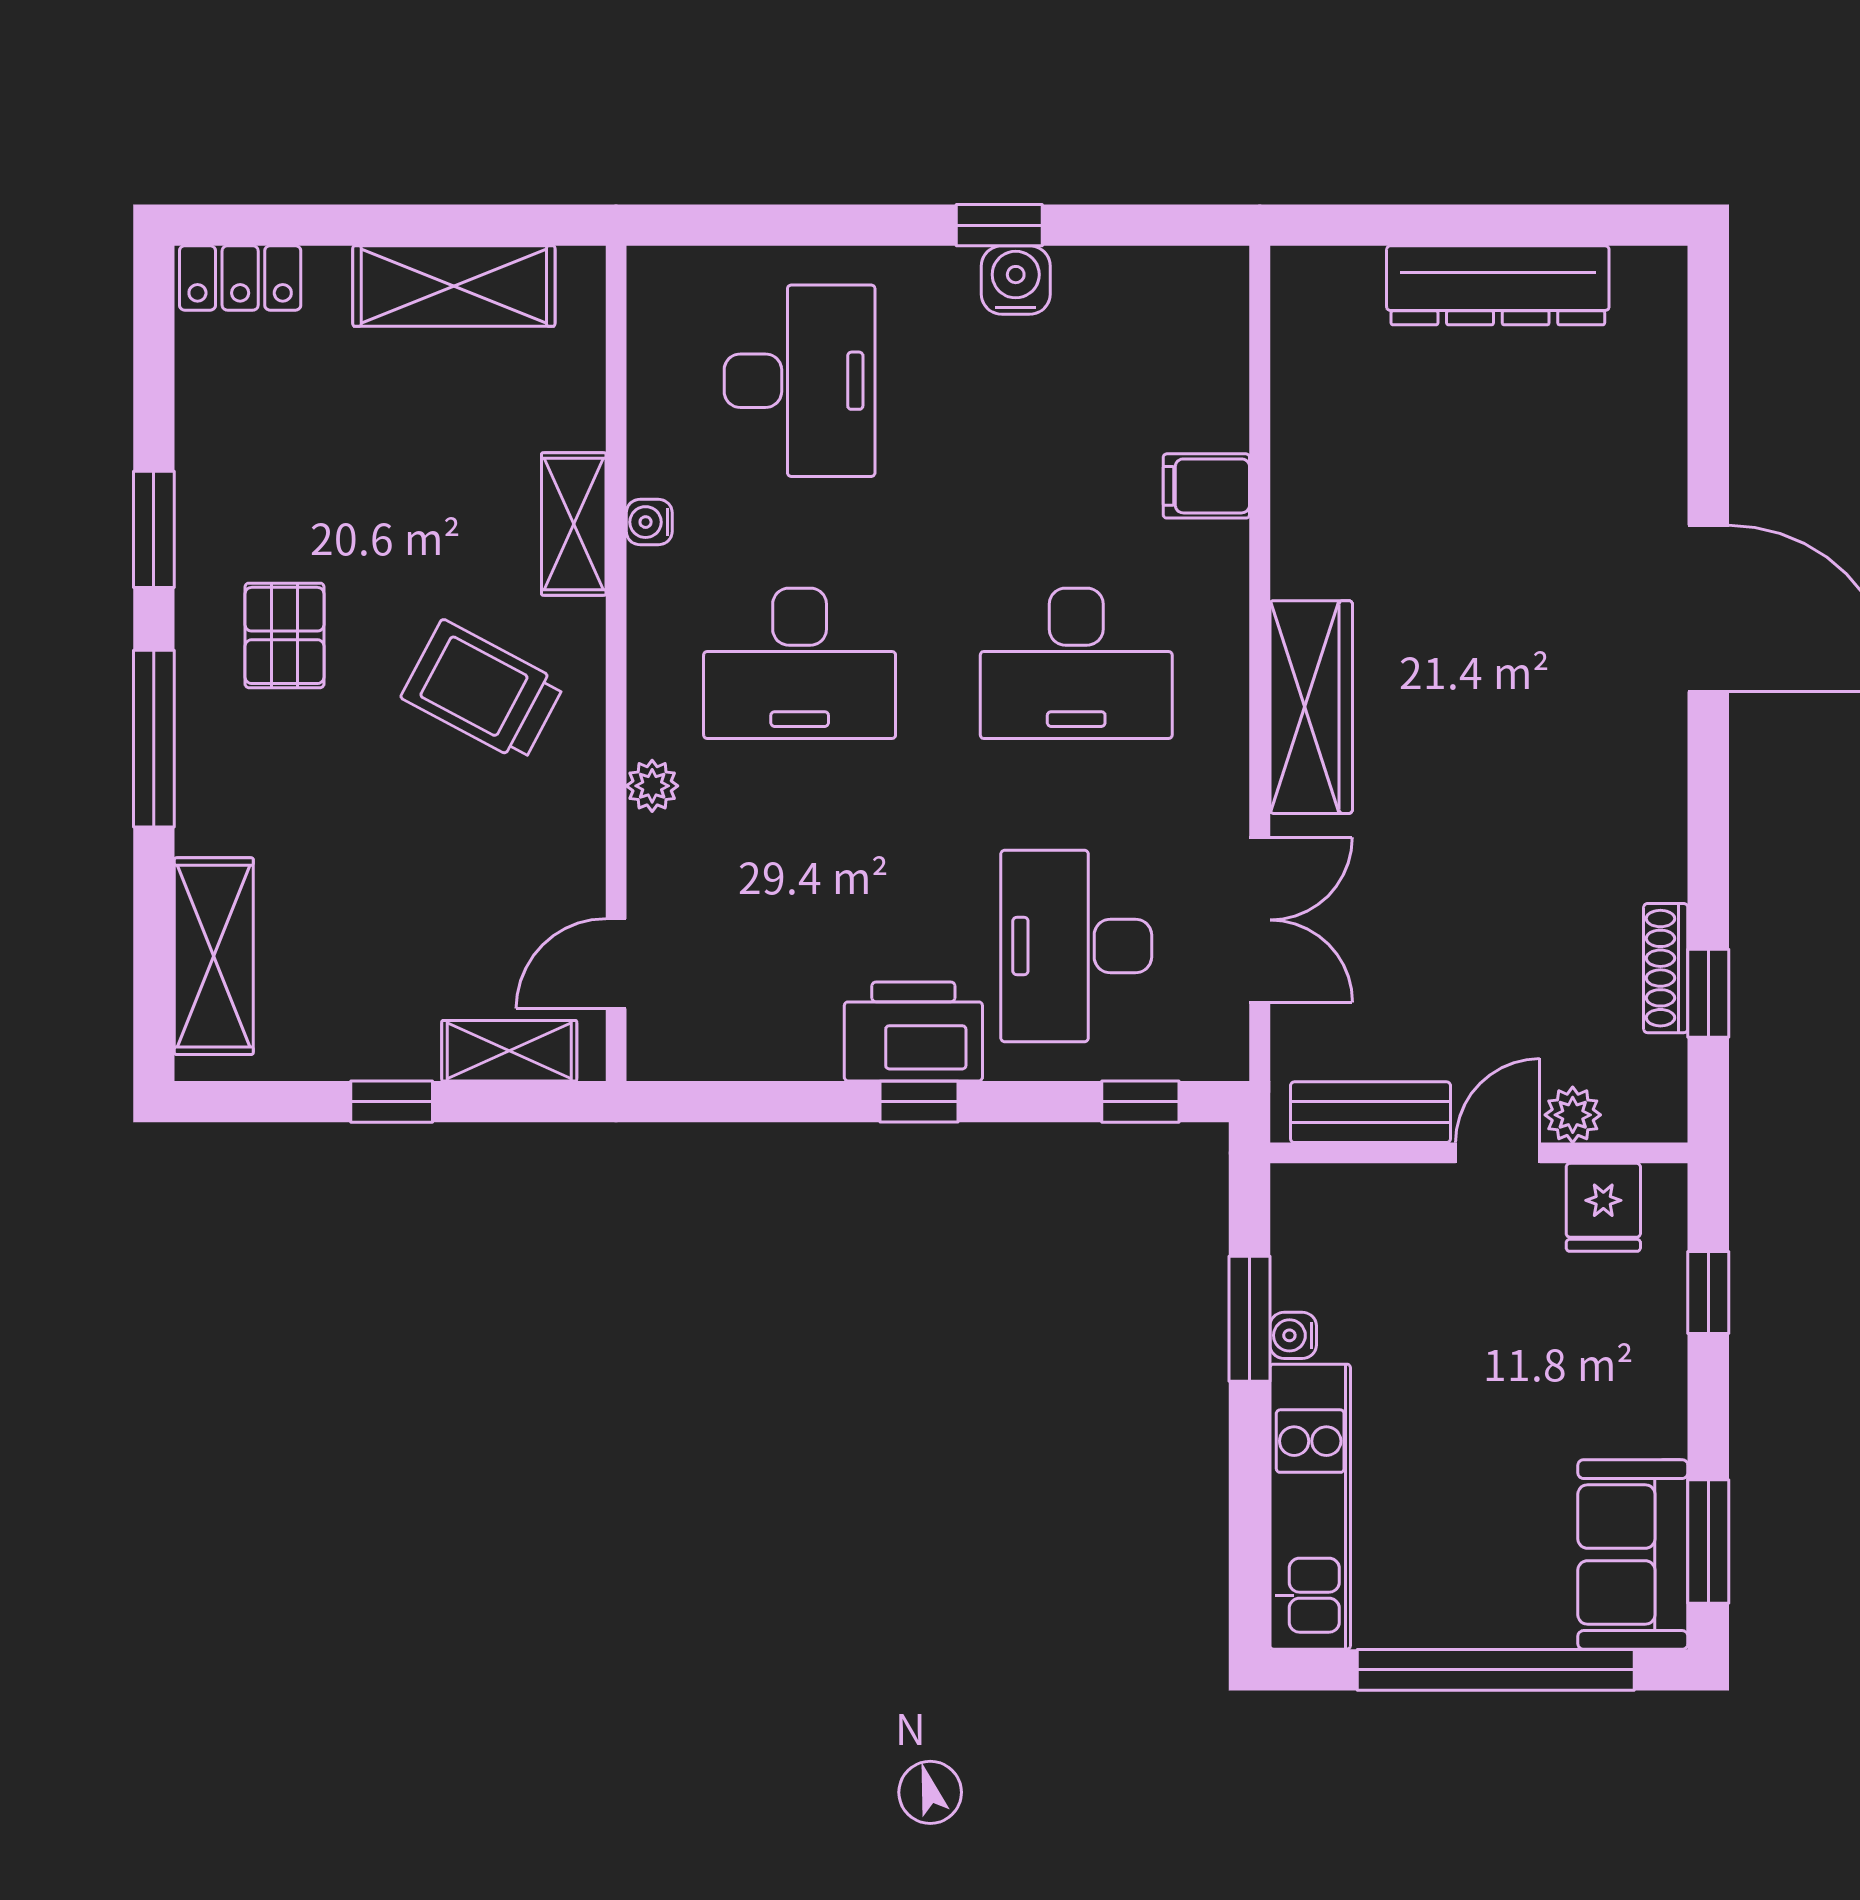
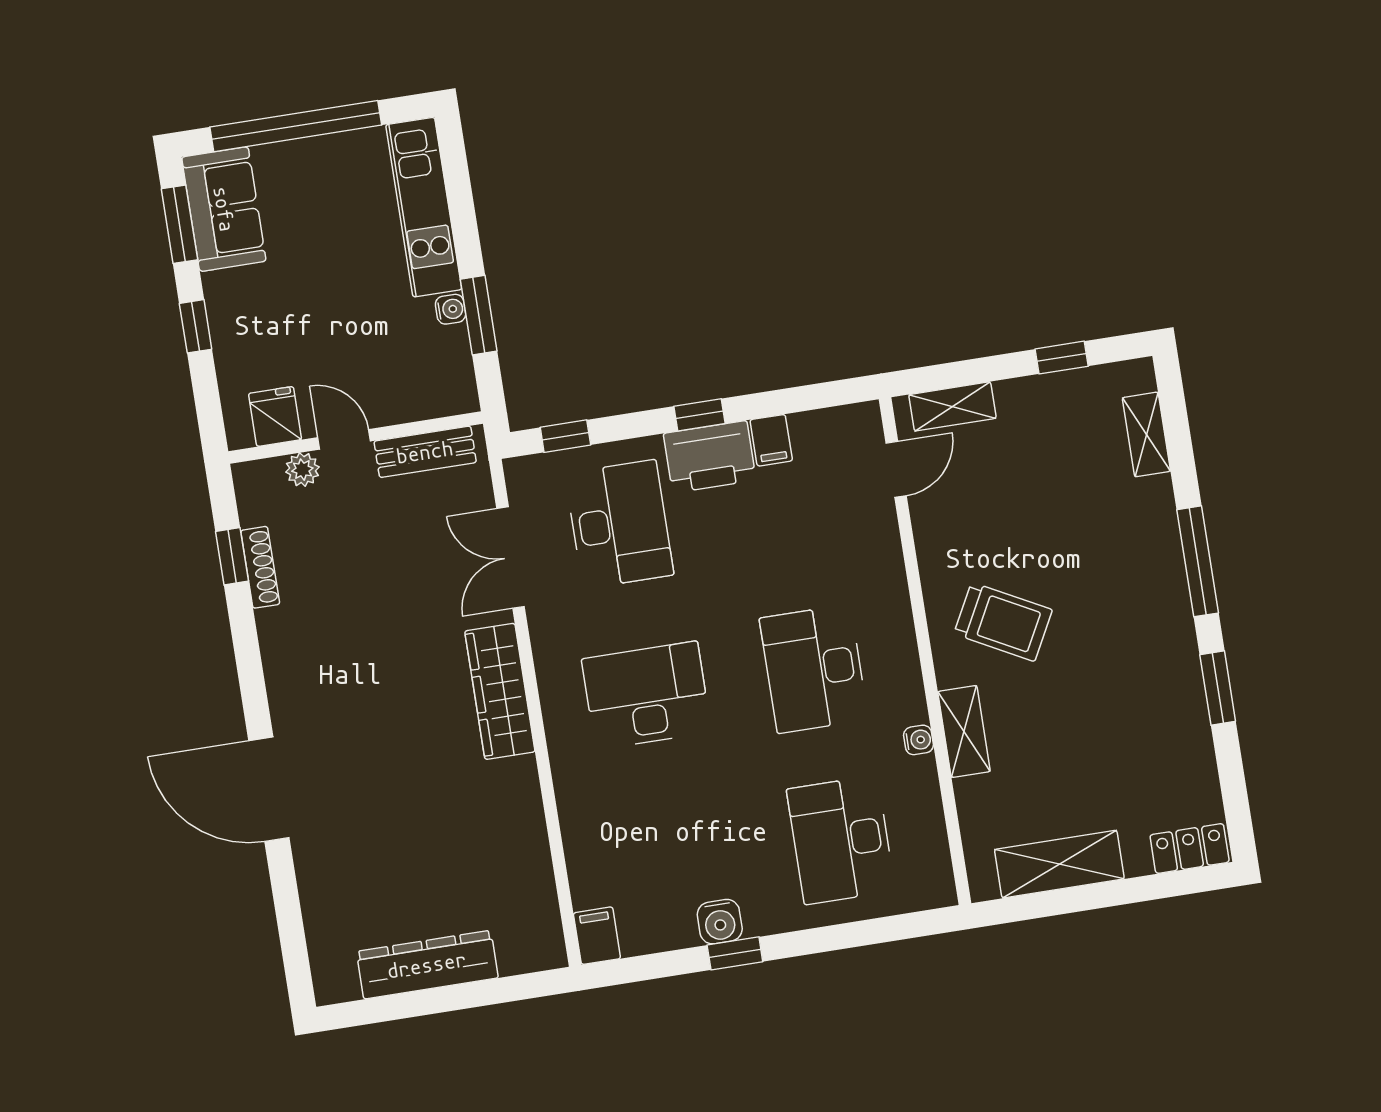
filing cabinet: (1206, 486) -> (597, 936), moved, turned -90
pallet: (285, 635) -> (1128, 636), removed
desk: (800, 663) -> (814, 669), turned -90
plant: (652, 786) -> (891, 581), removed
shelving: (214, 956) -> (1146, 434), width x0.67, depth x0.75
filing cabinet: (810, 1042) -> (771, 440), added
window: (392, 1102) -> (1062, 358), moved
door: (1498, 1153) -> (344, 439), swing flipped
window: (1708, 1292) -> (196, 326), moved

